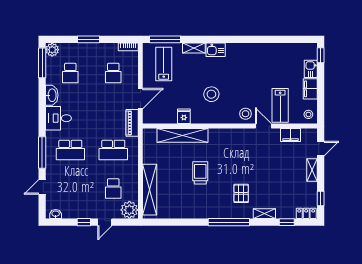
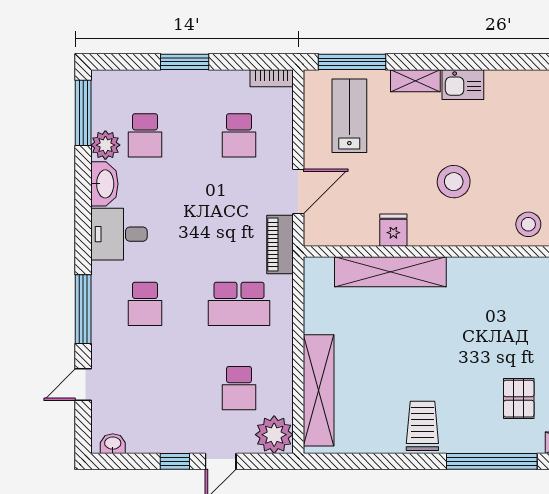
plant: (52, 50) -> (105, 145), moved
school desk: (70, 150) -> (145, 304), width x0.54
trolley: (200, 173) -> (422, 426), moved

